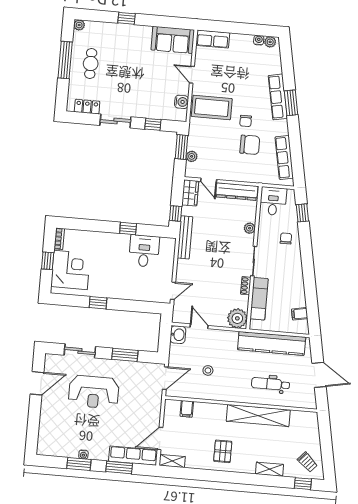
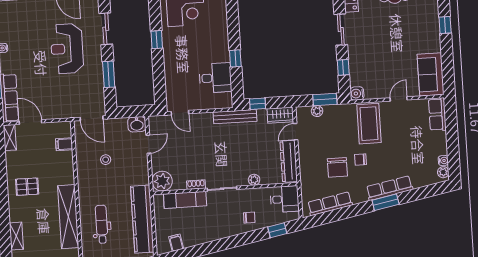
water cooler: (182, 102) -> (357, 93), moved, turned 90

